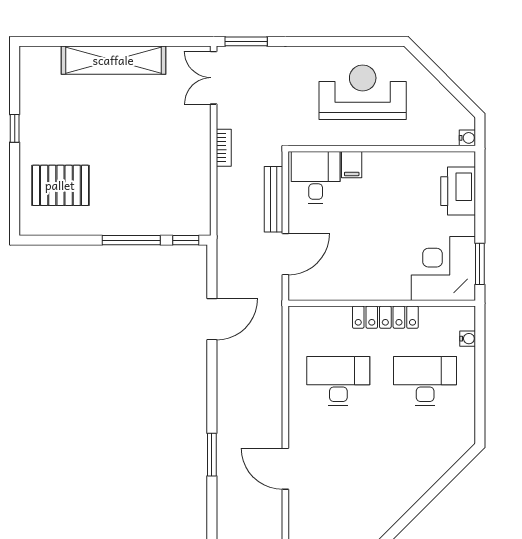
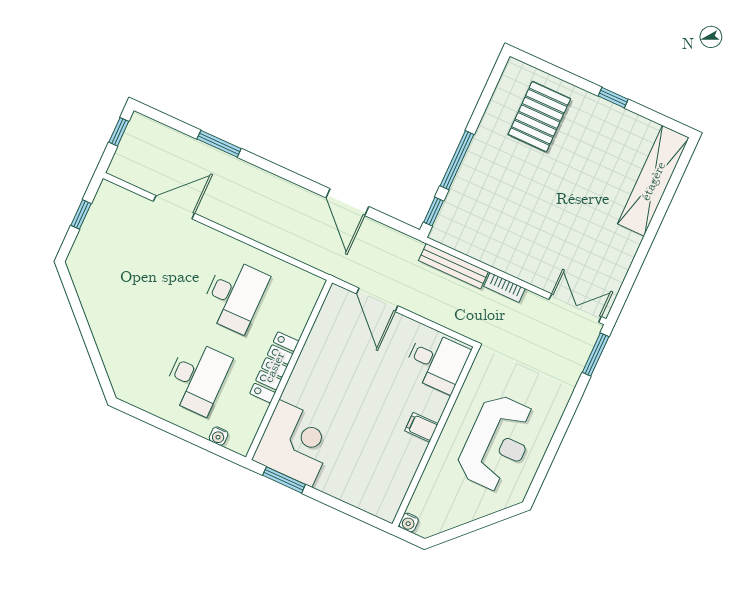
shelving: (113, 60) -> (653, 181), moved
filing cabinet: (352, 165) -> (421, 427), moved
printer: (458, 191) -> (362, 491), removed
bench: (273, 199) -> (453, 266), moved

